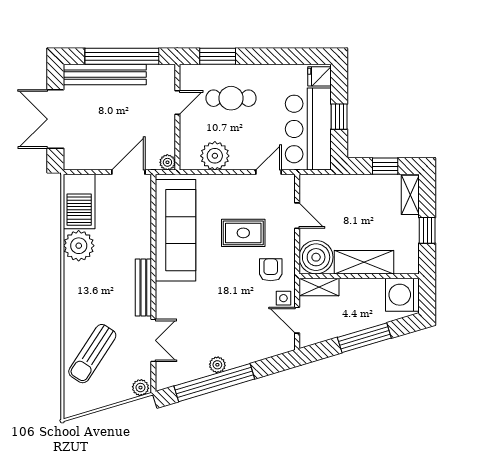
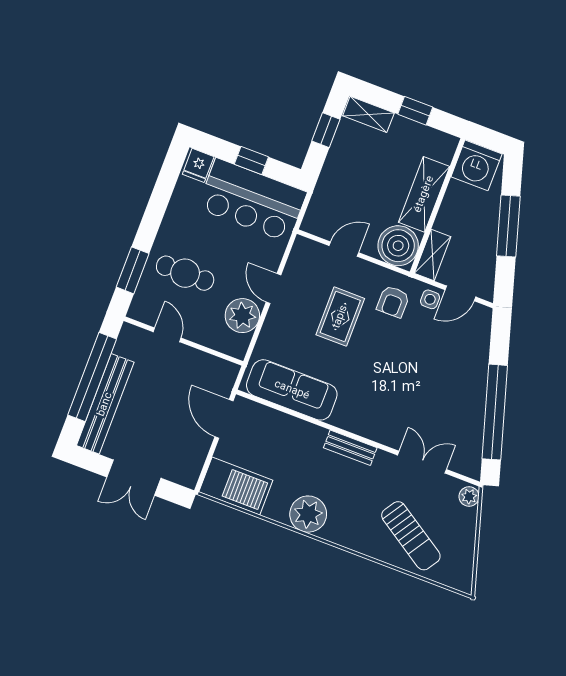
cafe table: (231, 98) -> (185, 273), turned 90
double door: (55, 119) -> (134, 478), width x0.73
plant: (167, 162) -> (230, 371), removed
door: (269, 172) -> (273, 288), moved
sofa: (176, 230) -> (292, 390), width x0.74, depth x0.79
plant: (79, 246) -> (308, 514), moved
armchair: (271, 270) -> (393, 302), turned -90
bench: (143, 287) -> (350, 448), width x0.73
plant: (217, 365) -> (476, 401), removed

